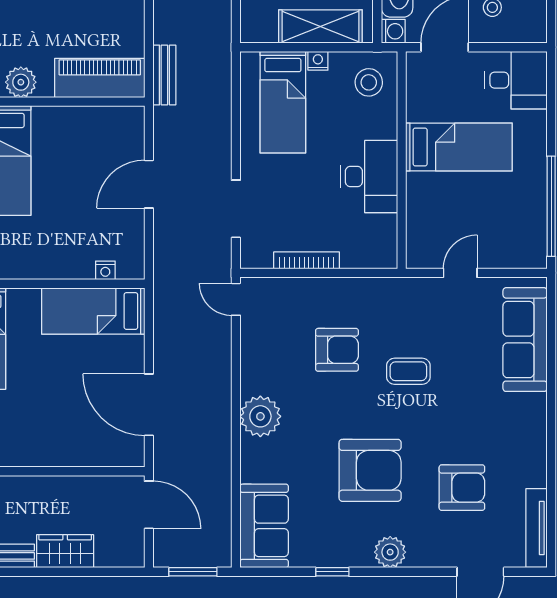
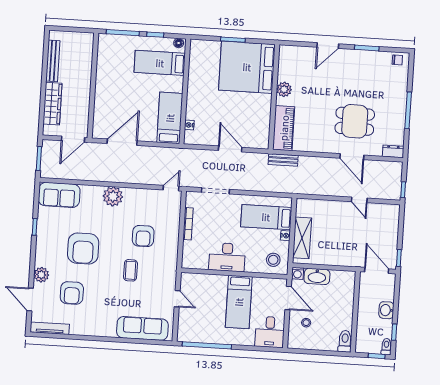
wardrobe: (65, 551) -> (53, 104), width x1.50
plant: (390, 552) -> (41, 275), moved

